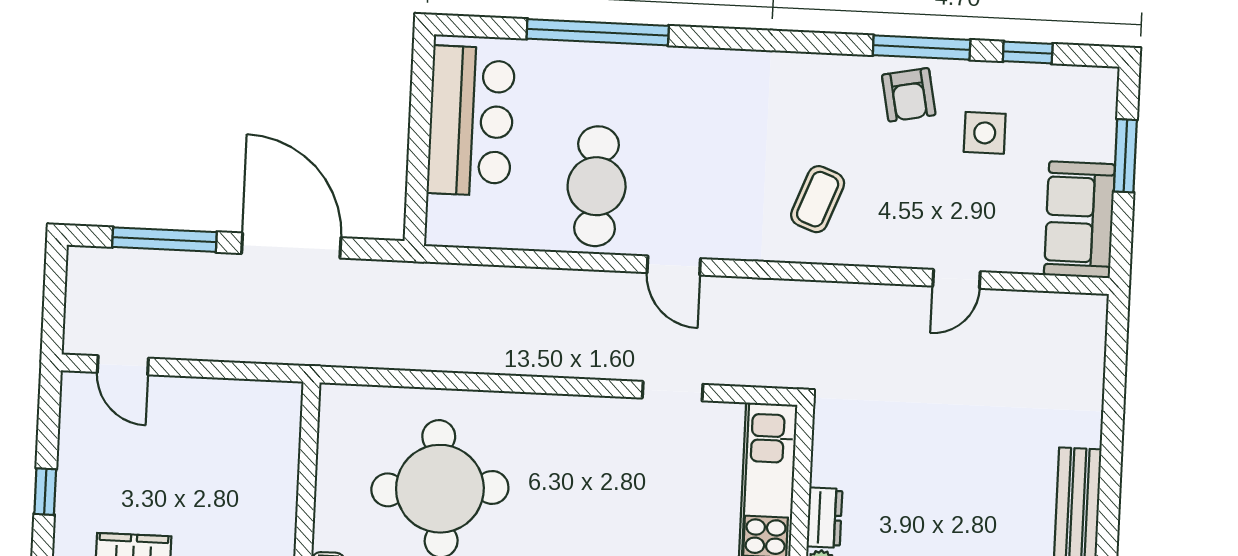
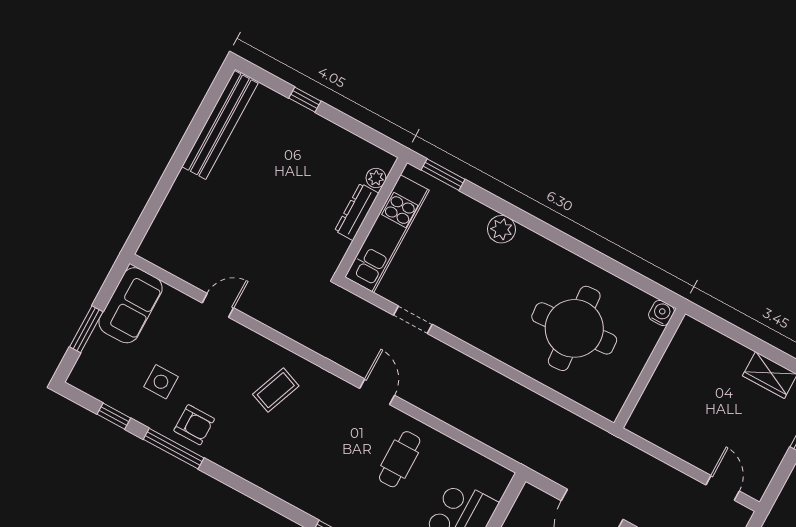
armchair: (909, 95) -> (194, 425), turned 101
cafe table: (597, 186) -> (400, 459), width x0.73, depth x0.74
dresser: (824, 518) -> (357, 212), width x1.44

